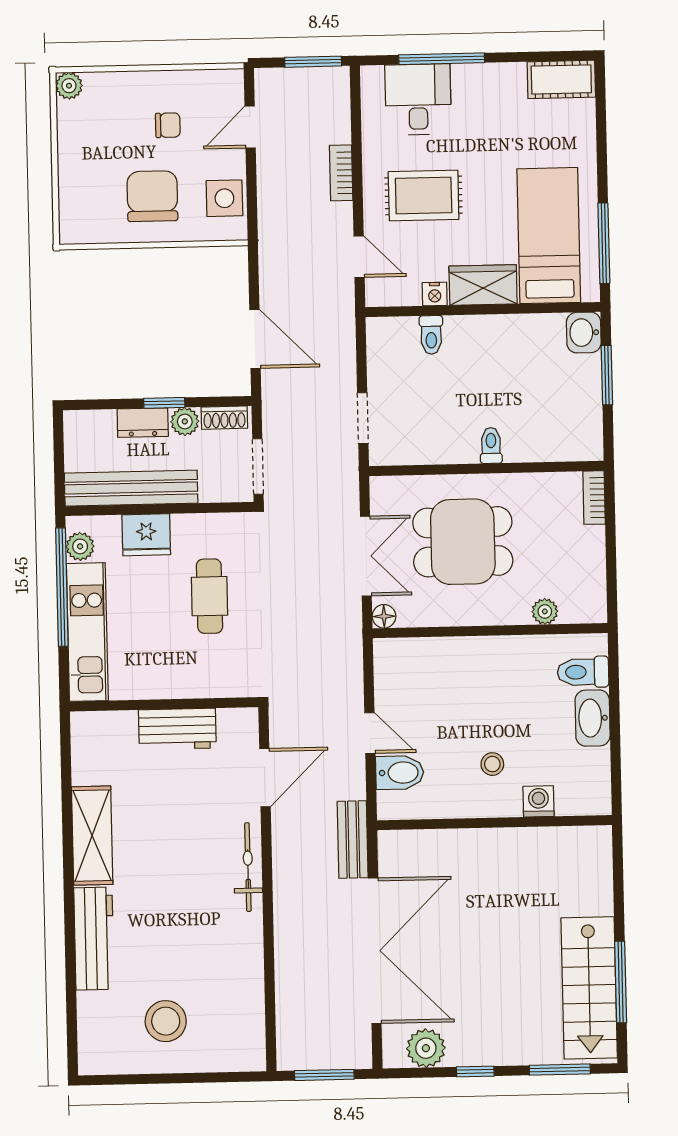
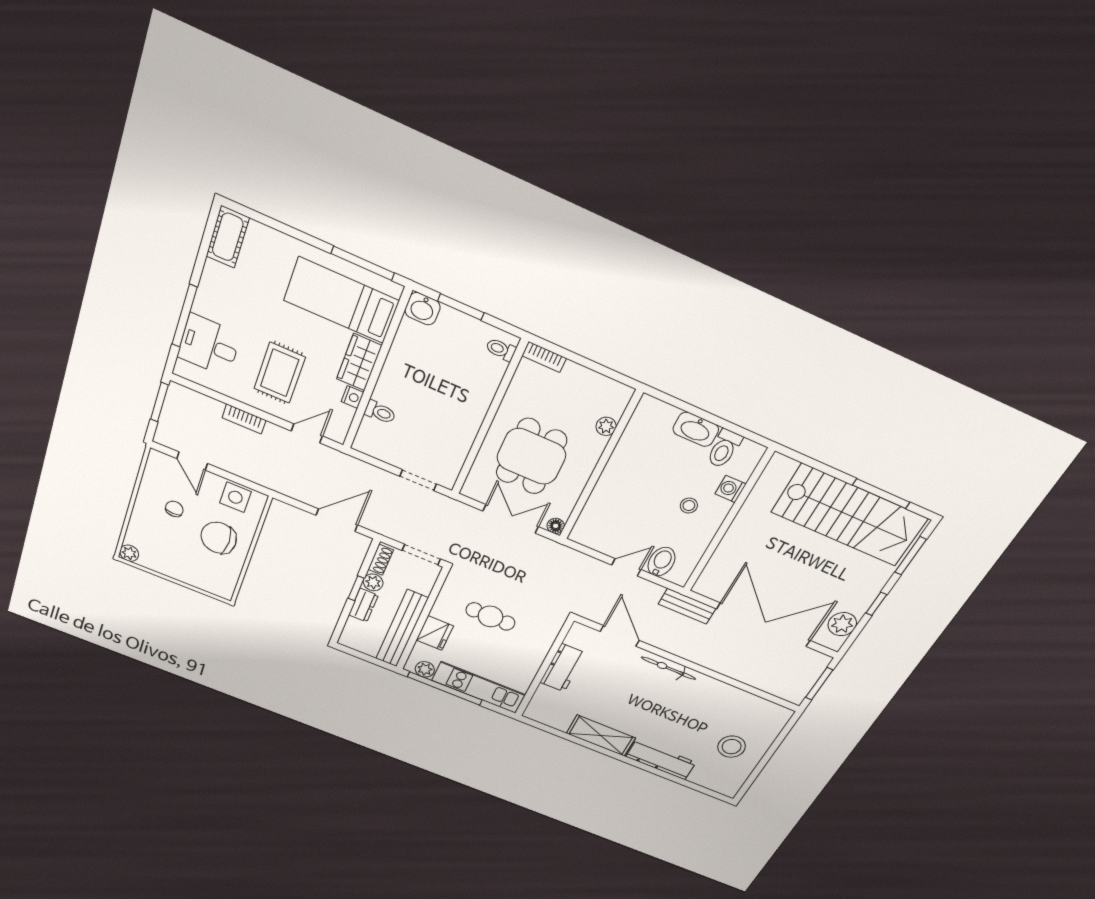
toilet: (491, 446) -> (501, 349), moved
toilet: (583, 672) -> (724, 449), moved
stairs: (589, 988) -> (849, 515), width x1.36, depth x1.51

